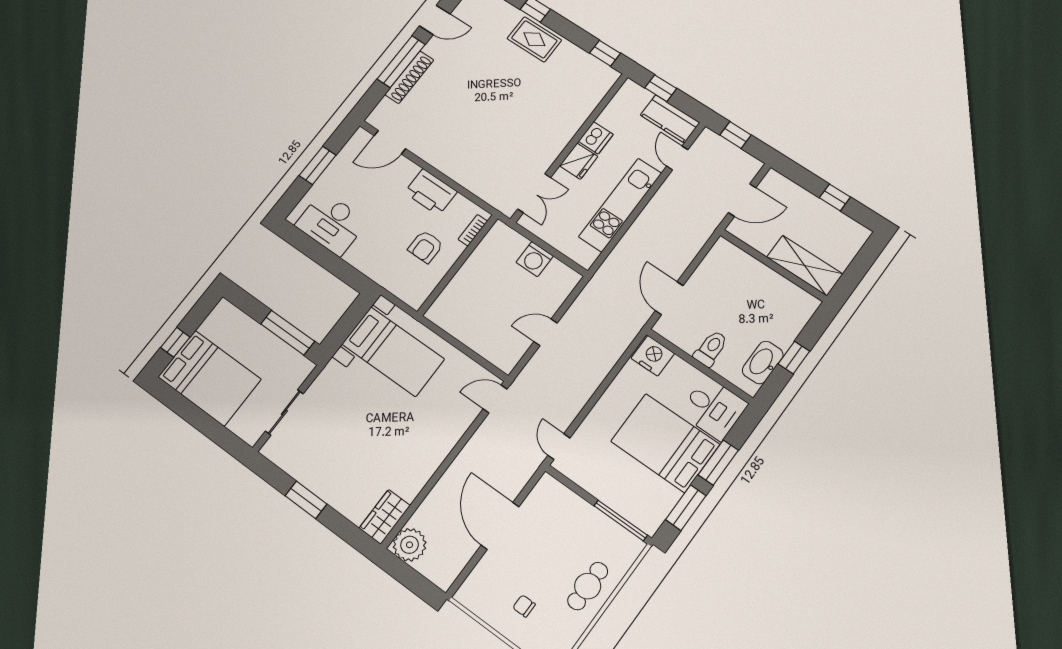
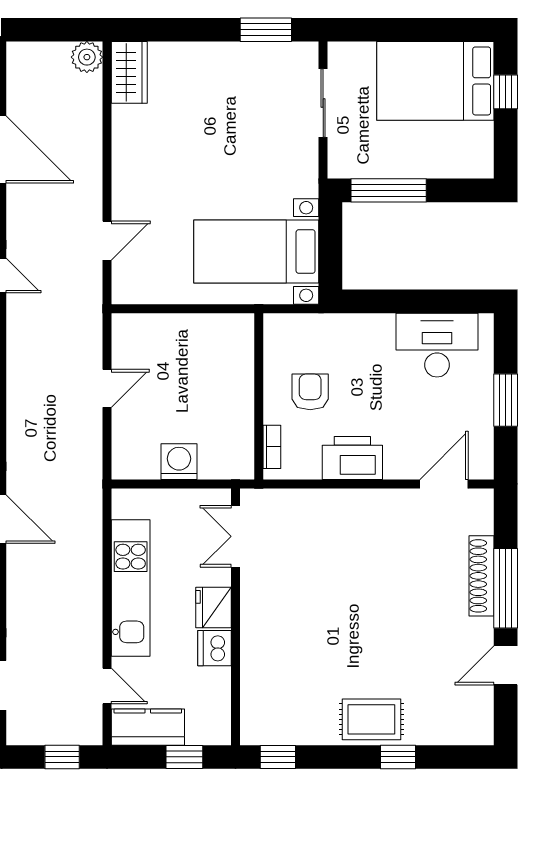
door: (495, 399) -> (107, 241), moved
window: (306, 500) -> (266, 30), moved
plant: (410, 545) -> (87, 57), width x0.73, depth x0.73

